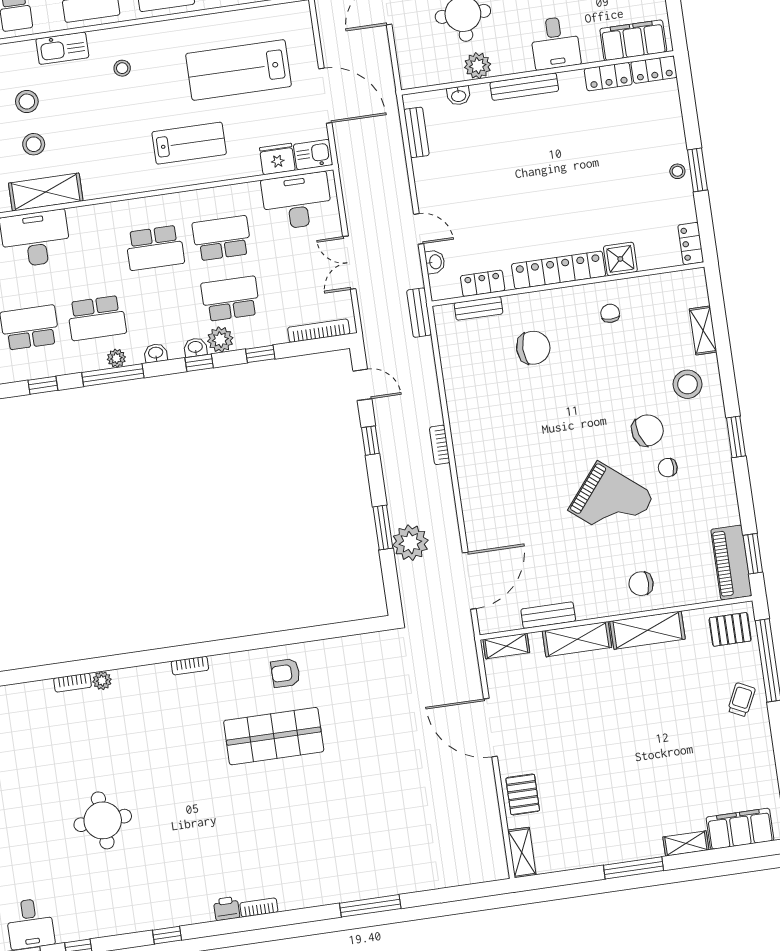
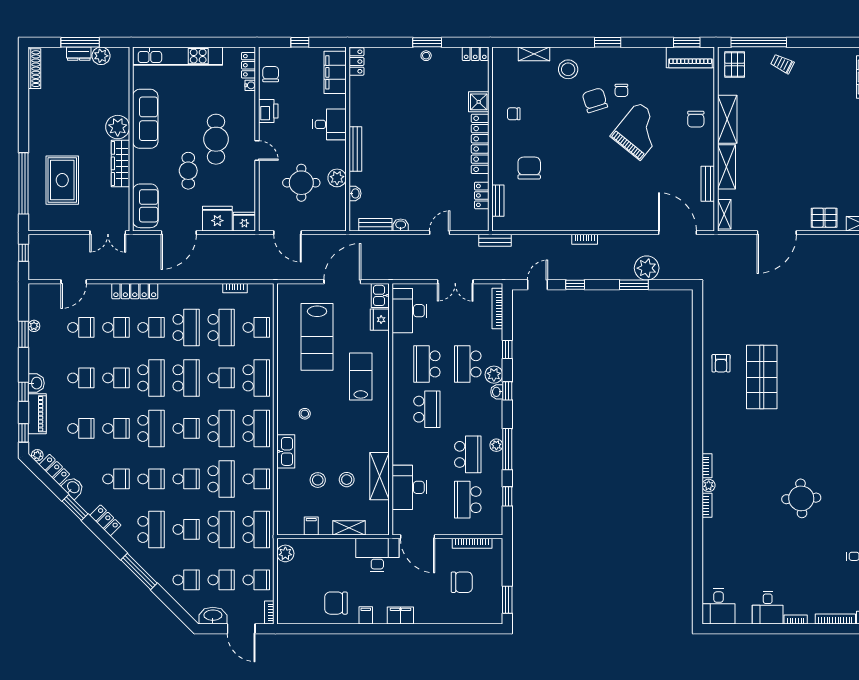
locker: (608, 77) -> (357, 92), removed
washbasin: (435, 262) -> (401, 225), moved
washbasin: (156, 353) -> (497, 419), removed
bookcase: (190, 666) -> (707, 466), moved

